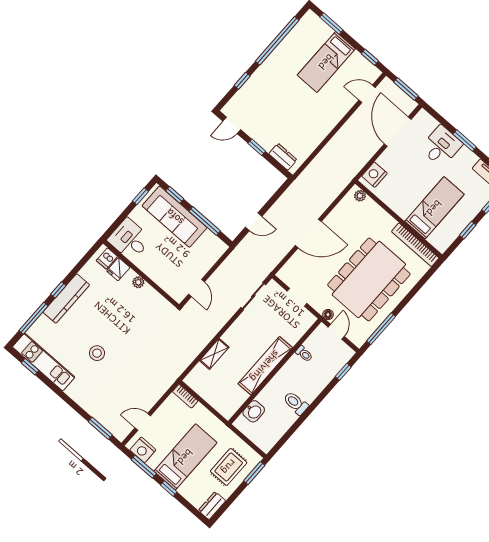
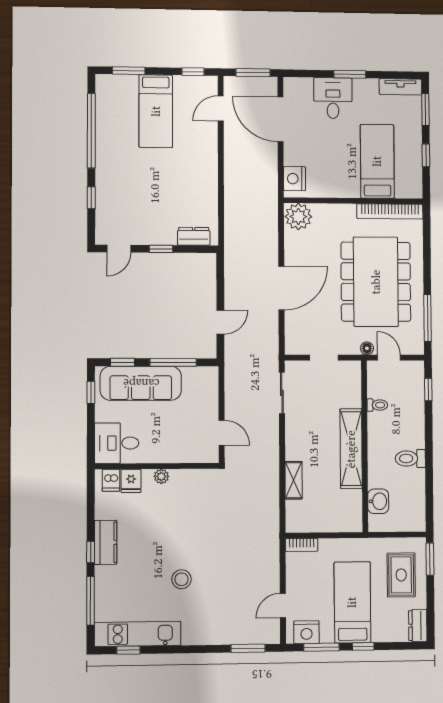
plant: (360, 196) -> (298, 217), width x1.87, depth x1.87
kitchen counter: (66, 298) -> (106, 542), width x0.67

